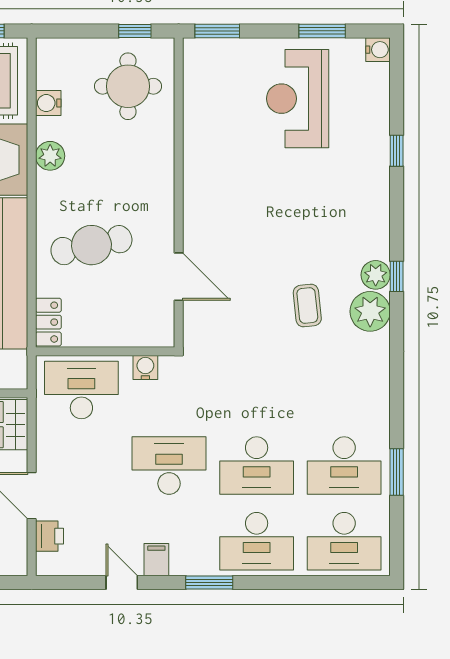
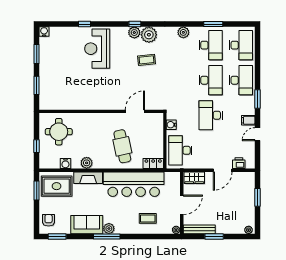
window: (135, 31) -> (37, 146), moved
window: (217, 31) -> (37, 85), moved
reception desk: (298, 99) -> (97, 49), moved, turned 90
plant: (376, 397) -> (183, 32), added

